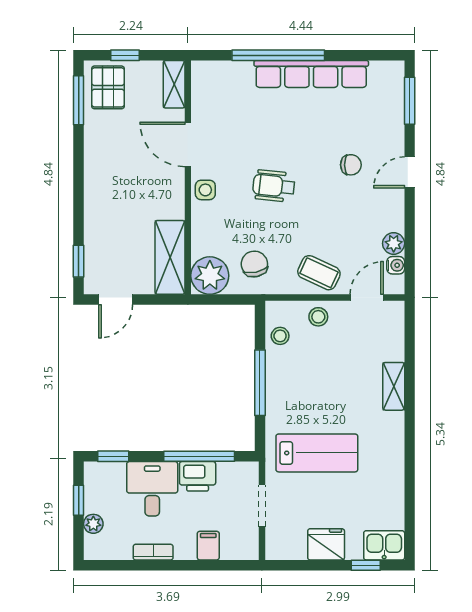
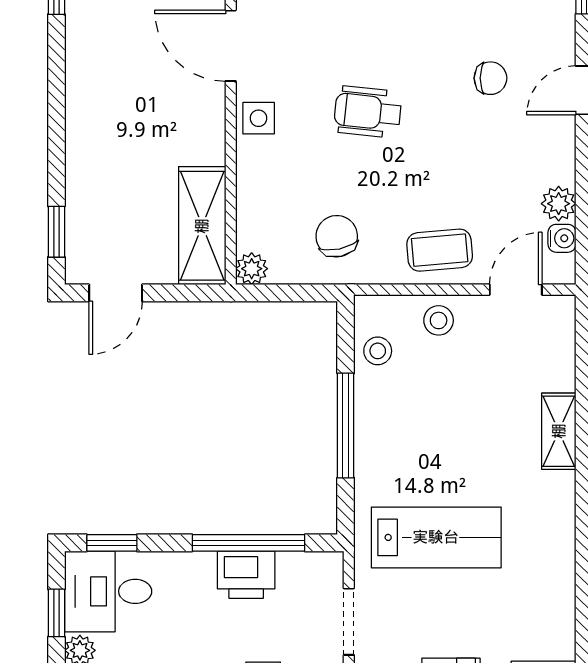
coffee table: (319, 273) -> (440, 250), turned -30
plant: (210, 276) -> (252, 269), width x0.53, depth x0.53
desk: (152, 489) -> (108, 591), moved, turned -90

